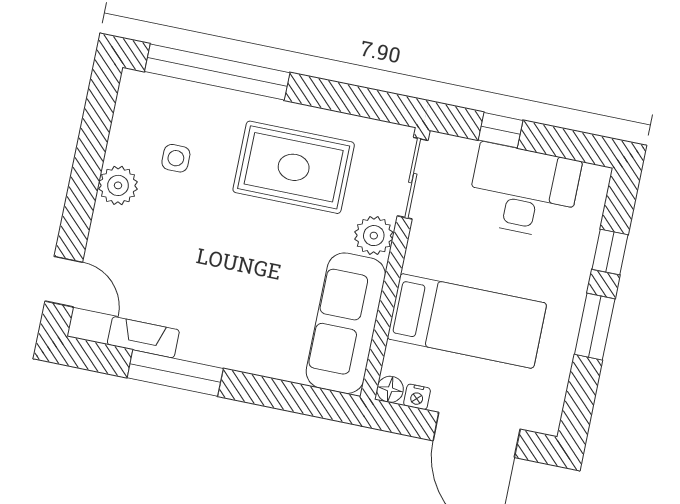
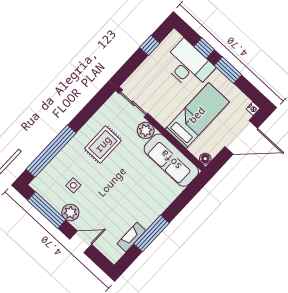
window: (501, 130) -> (150, 45), moved
window: (94, 135) -> (47, 210), added
rug: (294, 167) -> (103, 144), width x0.73, depth x0.70
desk: (524, 191) -> (188, 65), moved, turned 90
door: (64, 282) -> (81, 242), moved
nightstand: (417, 397) -> (253, 109), moved

